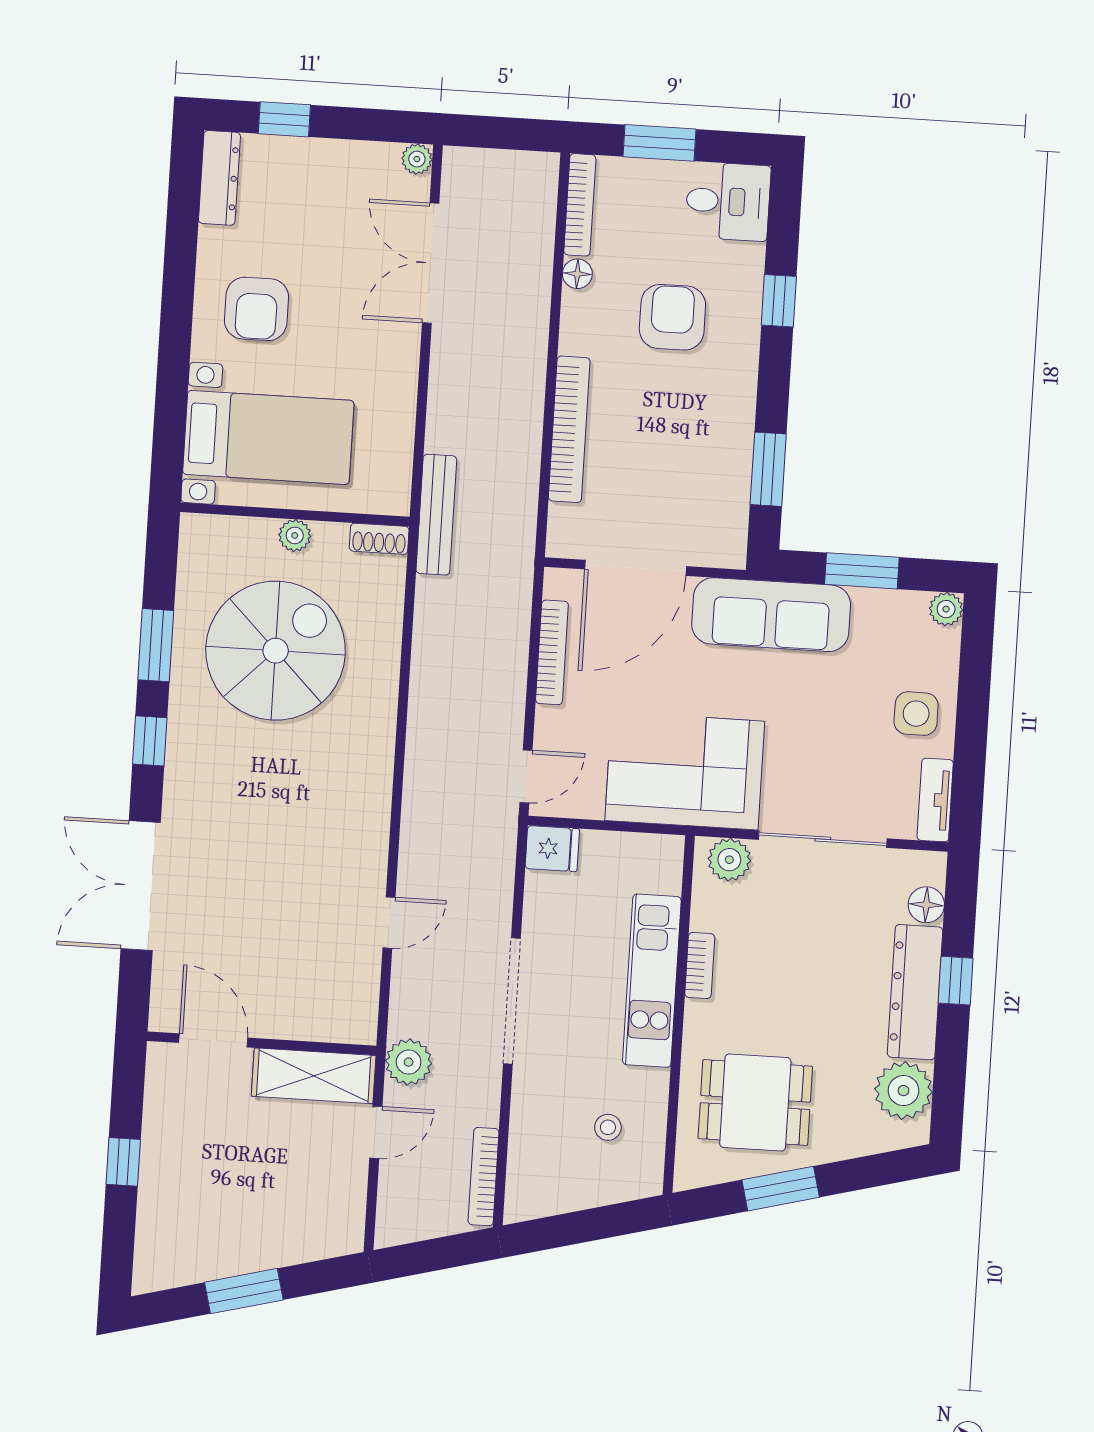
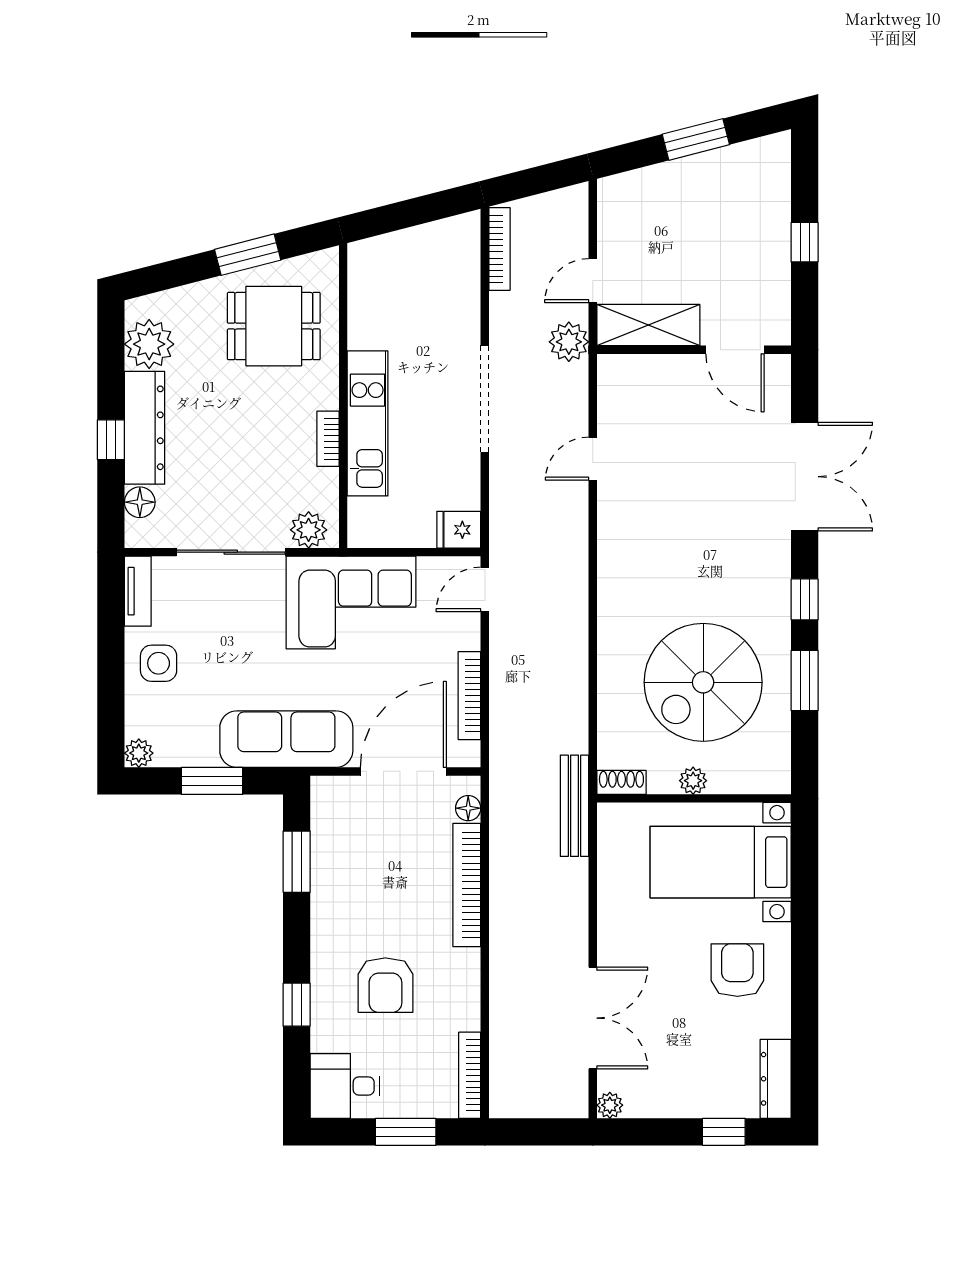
floor lamp: (577, 274) -> (468, 808), moved
stool: (608, 1127) -> (397, 297), removed

